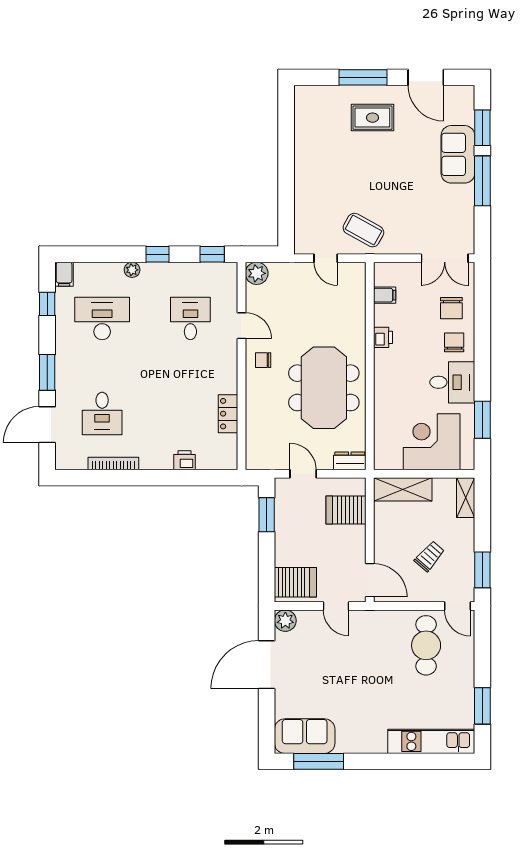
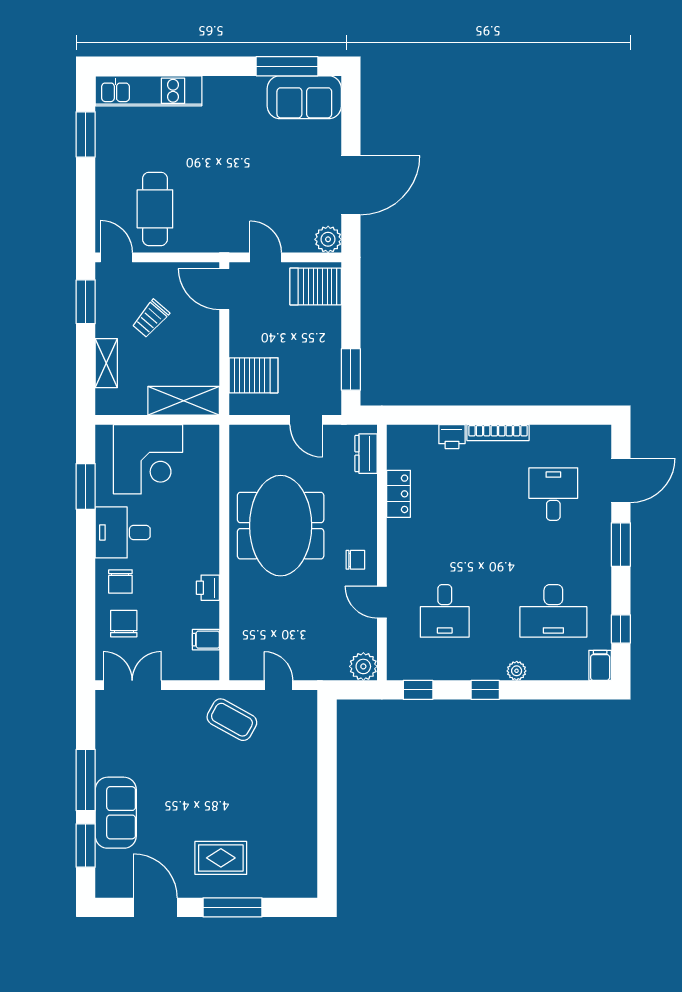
dresser: (350, 461) -> (366, 454), moved, turned 90
bookcase: (113, 463) -> (498, 433), moved
shelving: (466, 498) -> (106, 363), moved

